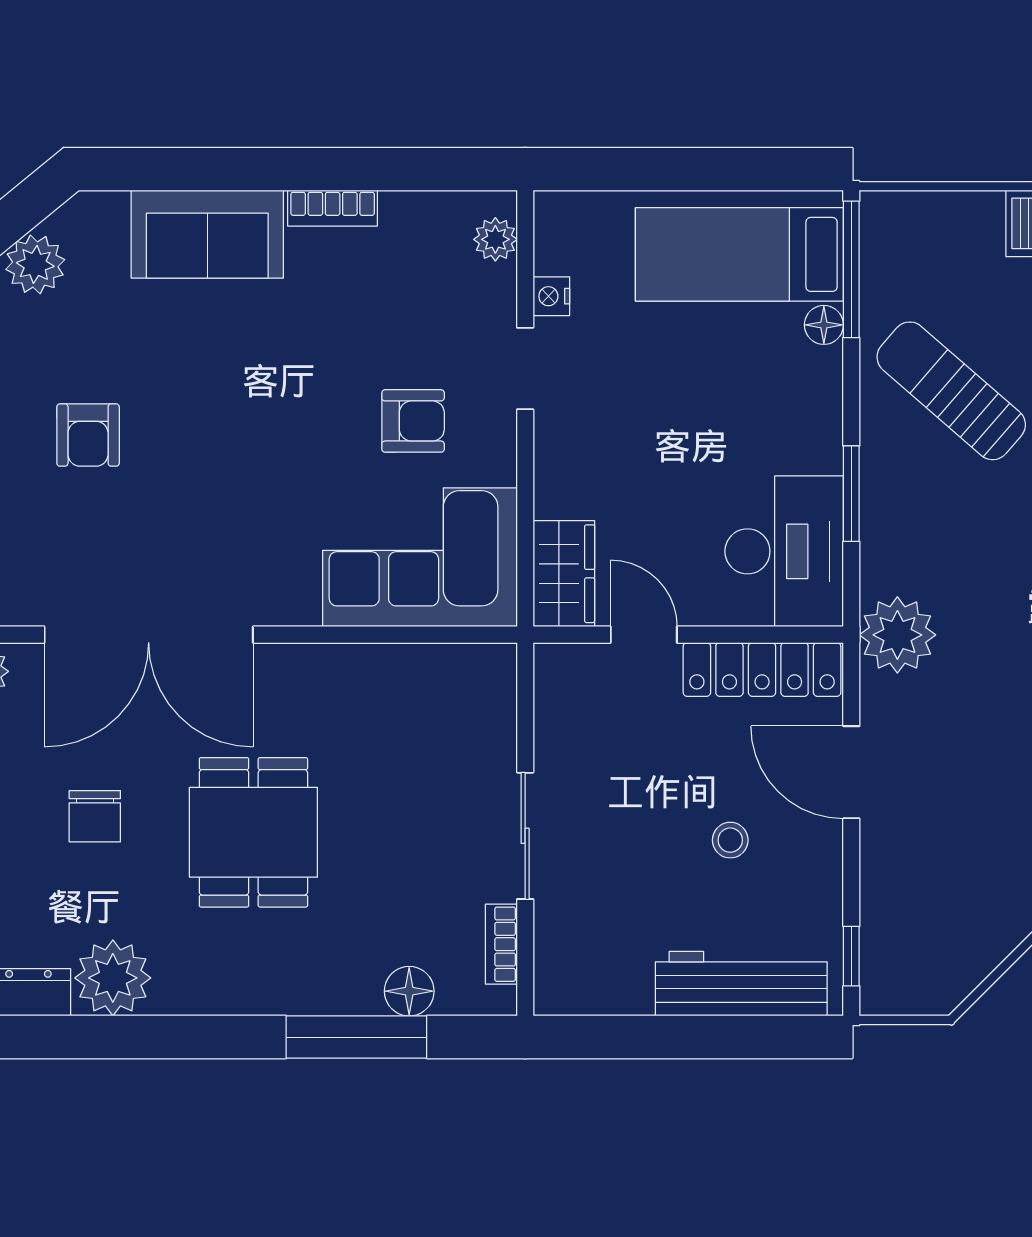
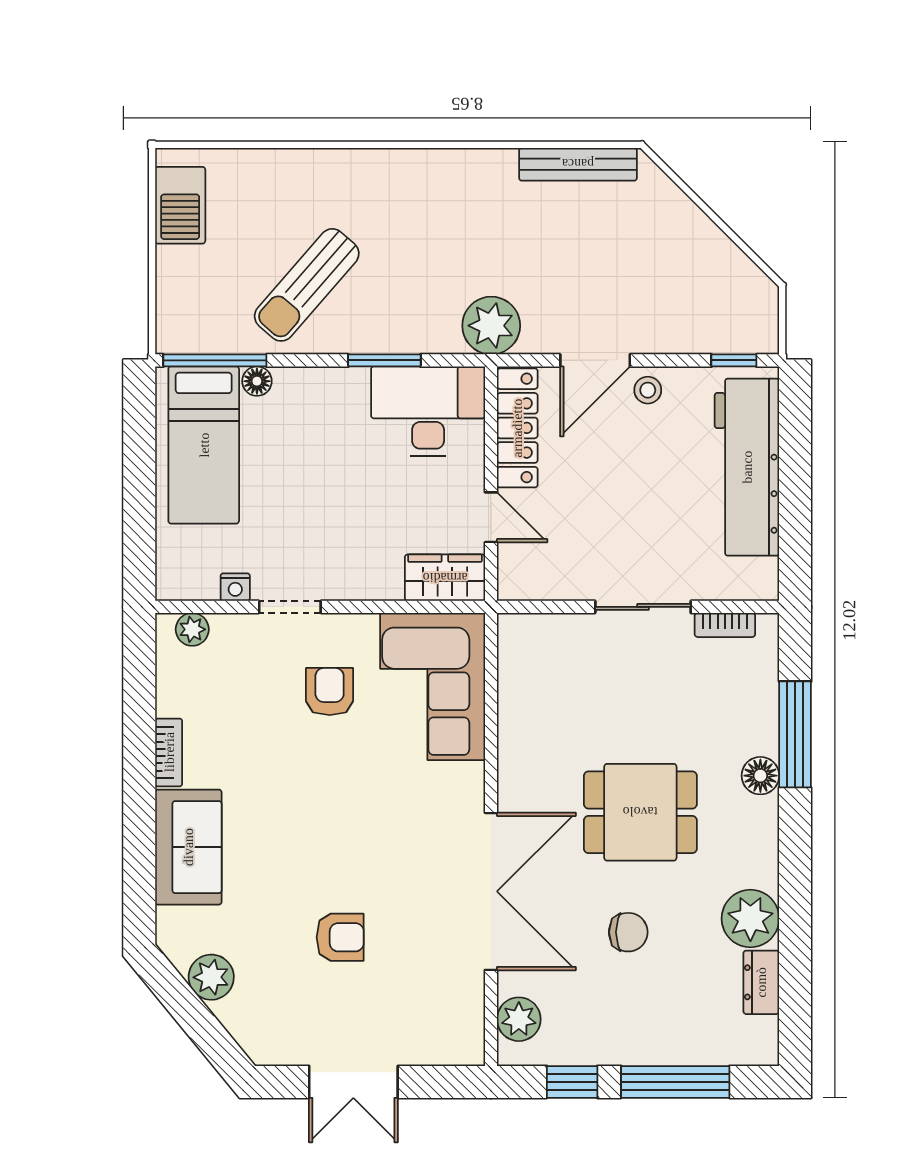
door: (644, 635) -> (491, 517), swing flipped
stool: (730, 840) -> (648, 390), moved
workbench: (741, 984) -> (747, 467), width x1.36, depth x1.32
floor lamp: (409, 991) -> (760, 776), moved

